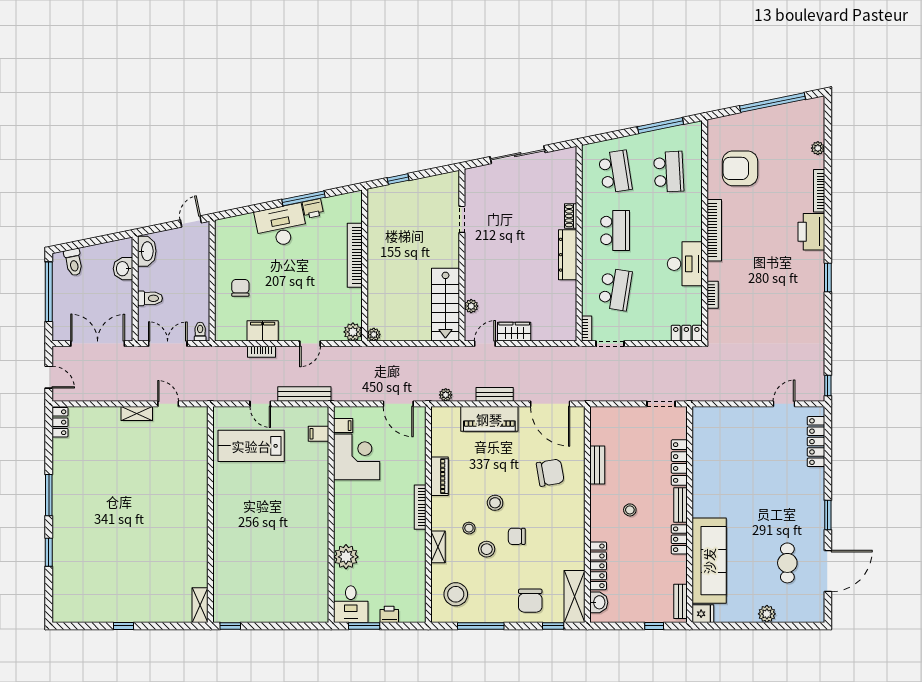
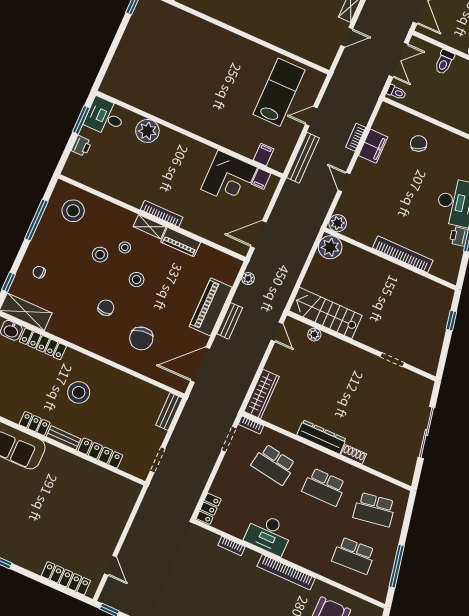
chair: (240, 288) -> (419, 144), turned -117
wardrobe: (514, 332) -> (262, 394), moved, width x1.50
plant: (374, 335) -> (330, 247), width x1.87, depth x1.87
bench: (597, 465) -> (169, 411), moved, turned 90
stool: (630, 510) -> (79, 392), width x1.89, depth x1.89
chair: (517, 536) -> (106, 308), moved
shelving: (438, 547) -> (150, 227), moved
chair: (530, 601) -> (39, 272), width x0.54, depth x0.54

